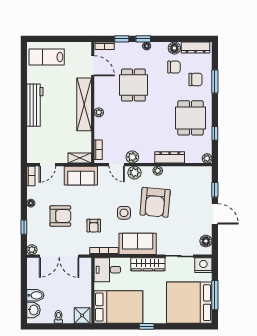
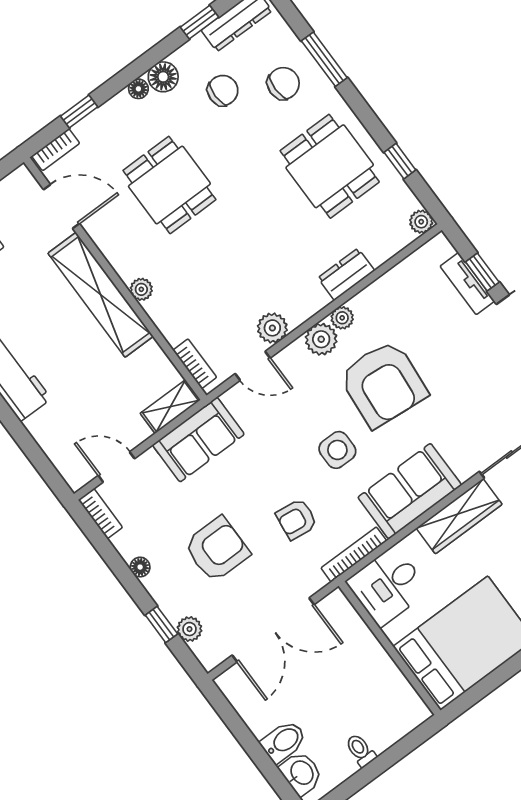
window: (143, 39) -> (199, 22), moved
floor lamp: (174, 48) -> (163, 77), moved
dresser: (170, 157) -> (346, 274), width x0.70
door: (47, 165) -> (116, 467), swing flipped
plant: (134, 173) -> (321, 339), moved
tv unit: (207, 190) -> (467, 284), added
armchair: (94, 226) -> (297, 519), turned 97
plant: (32, 250) -> (189, 629), moved
shower: (82, 316) -> (405, 713), removed

